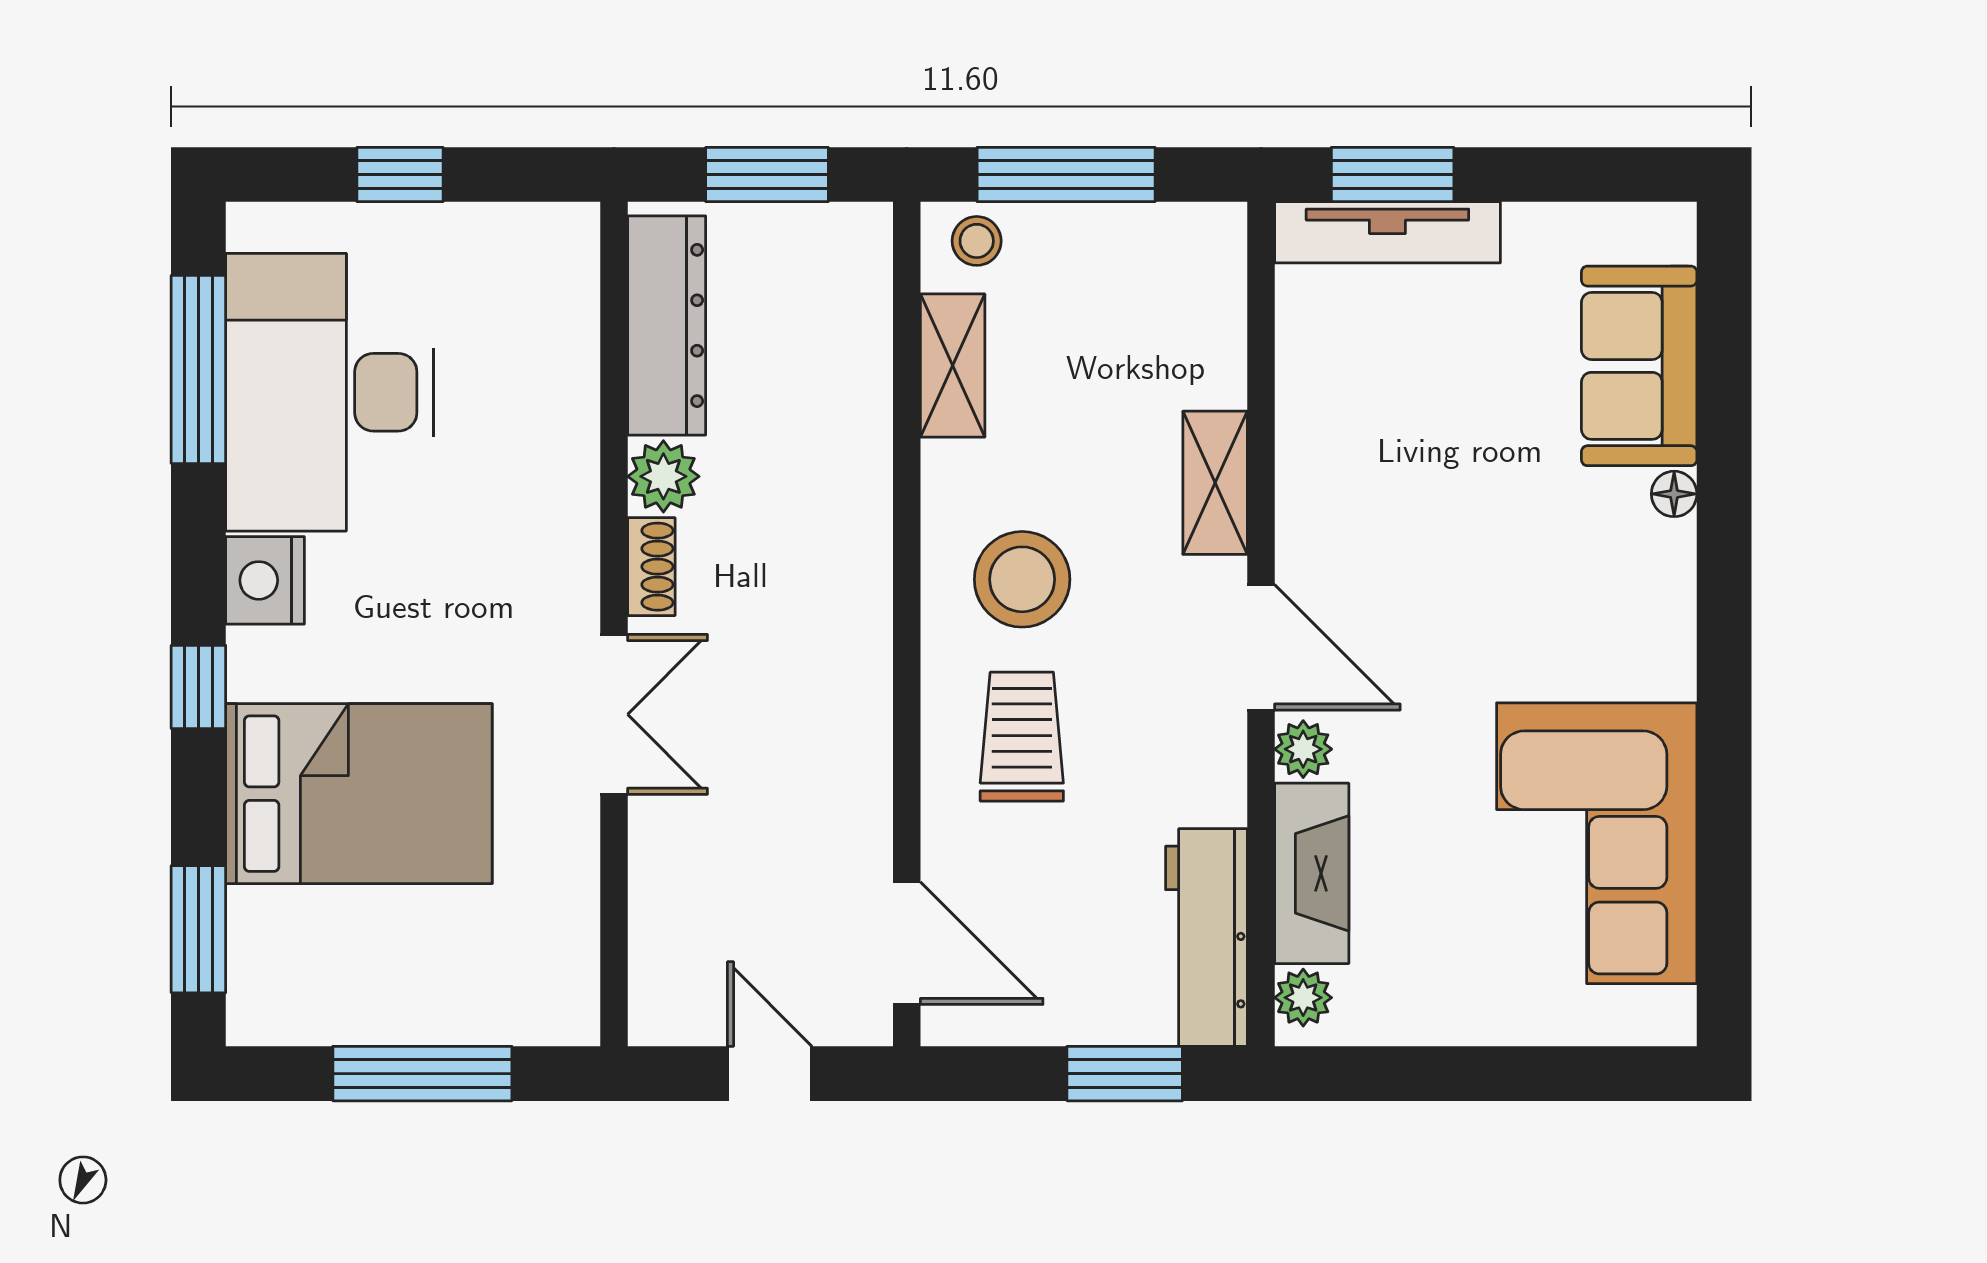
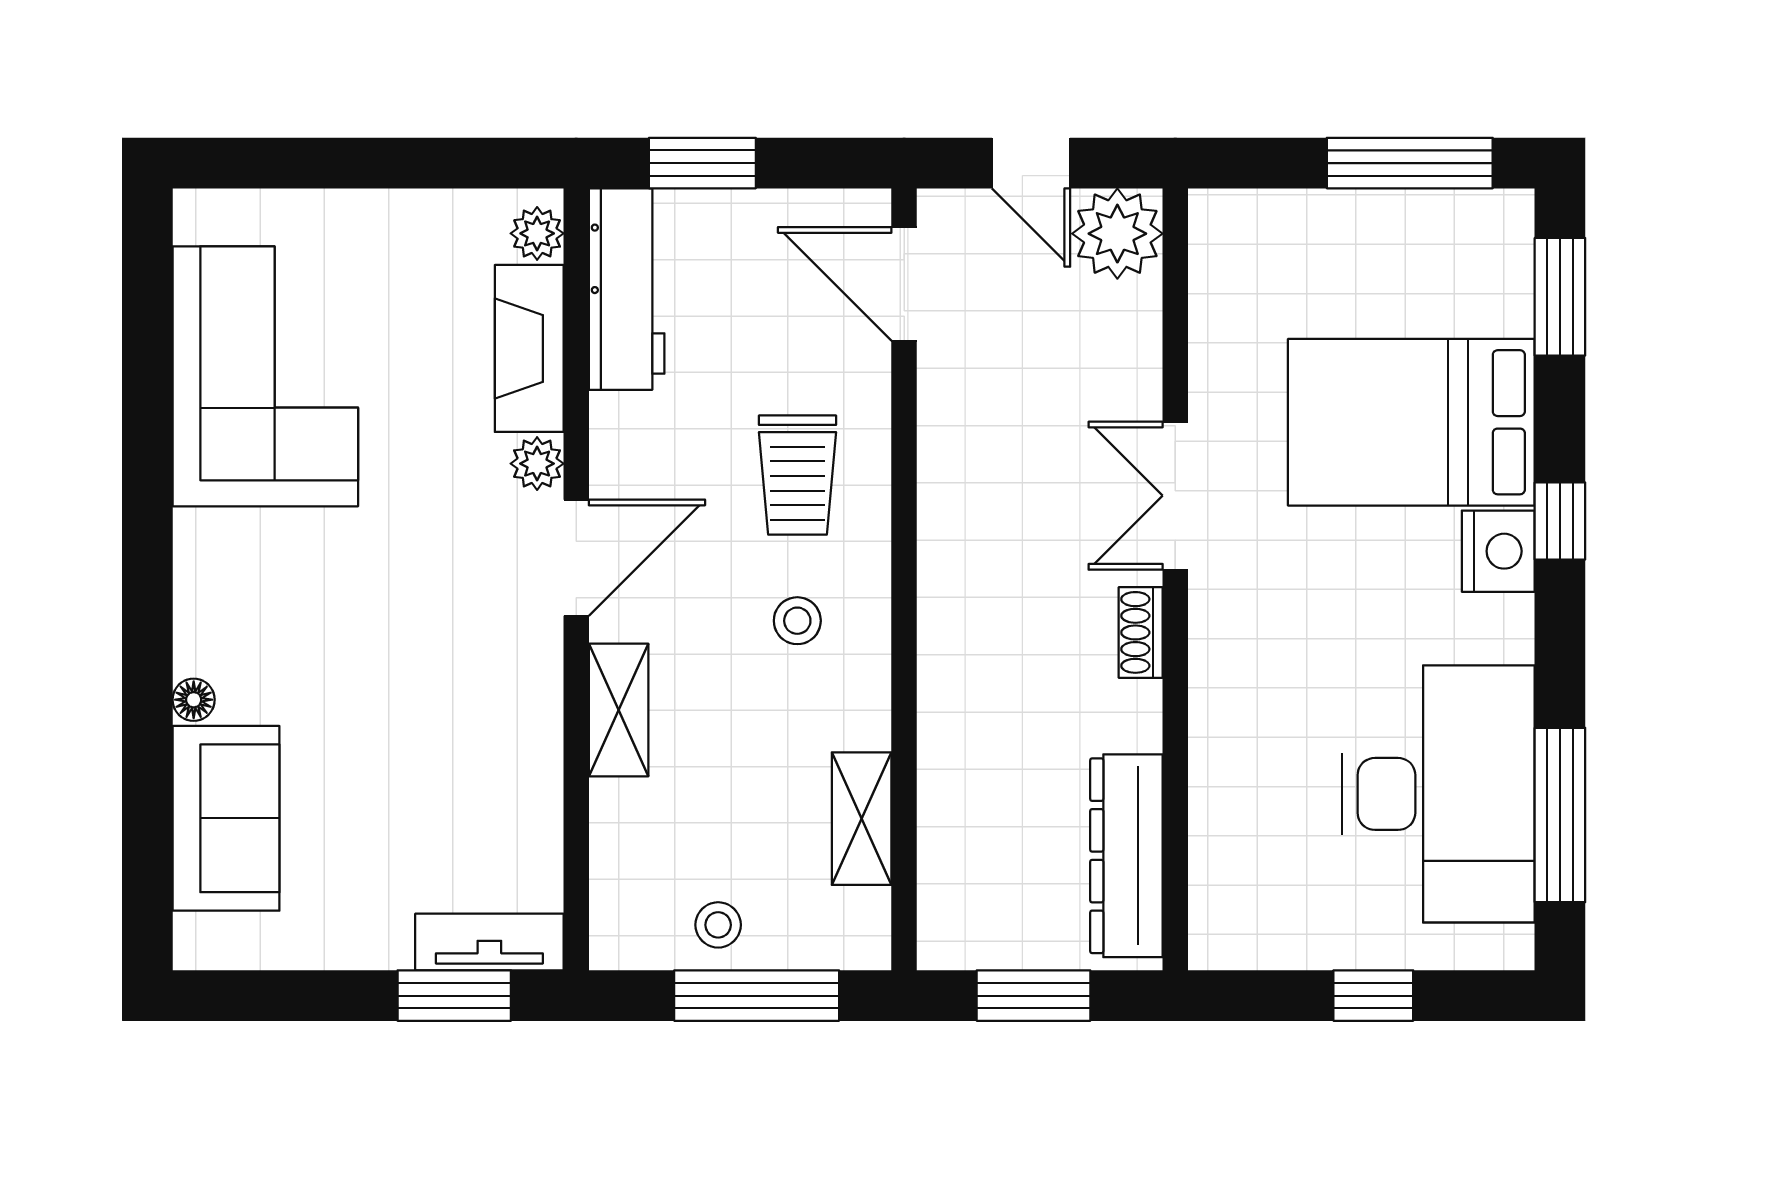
tv unit: (1387, 232) -> (489, 942), width x0.71
stool: (977, 241) -> (718, 925), moved
plant: (663, 476) -> (1117, 234), moved, width x1.36, depth x1.36
stool: (1022, 579) -> (797, 621), width x0.53, depth x0.53
nightstand: (265, 580) -> (1498, 551), moved
door: (1261, 647) -> (576, 558), swing flipped
window: (422, 1074) -> (1410, 163), moved

